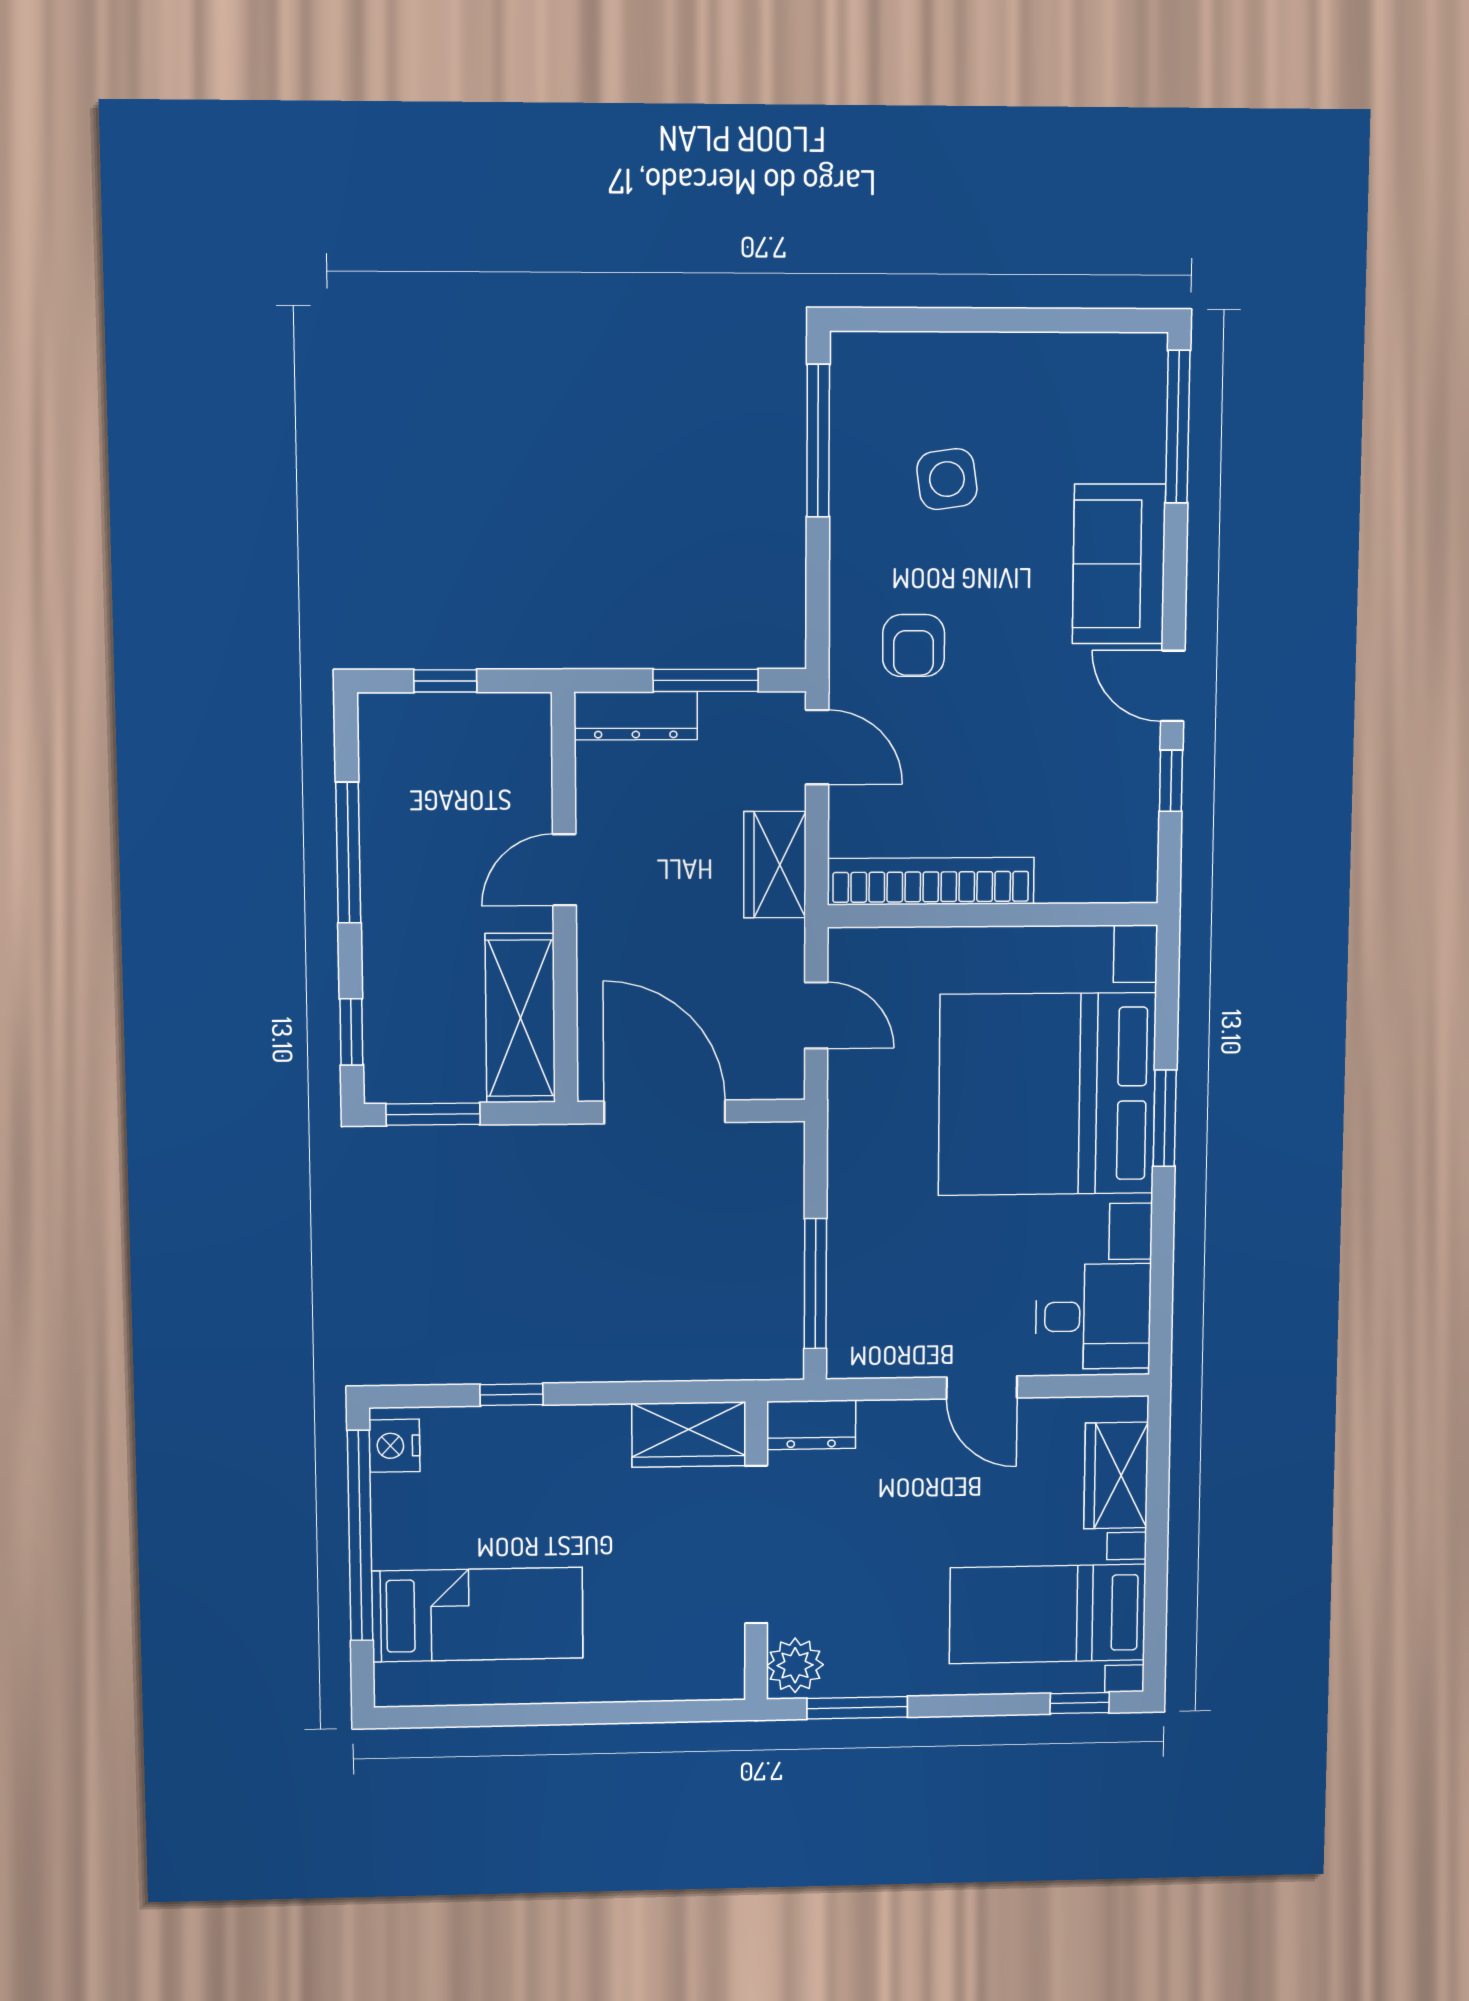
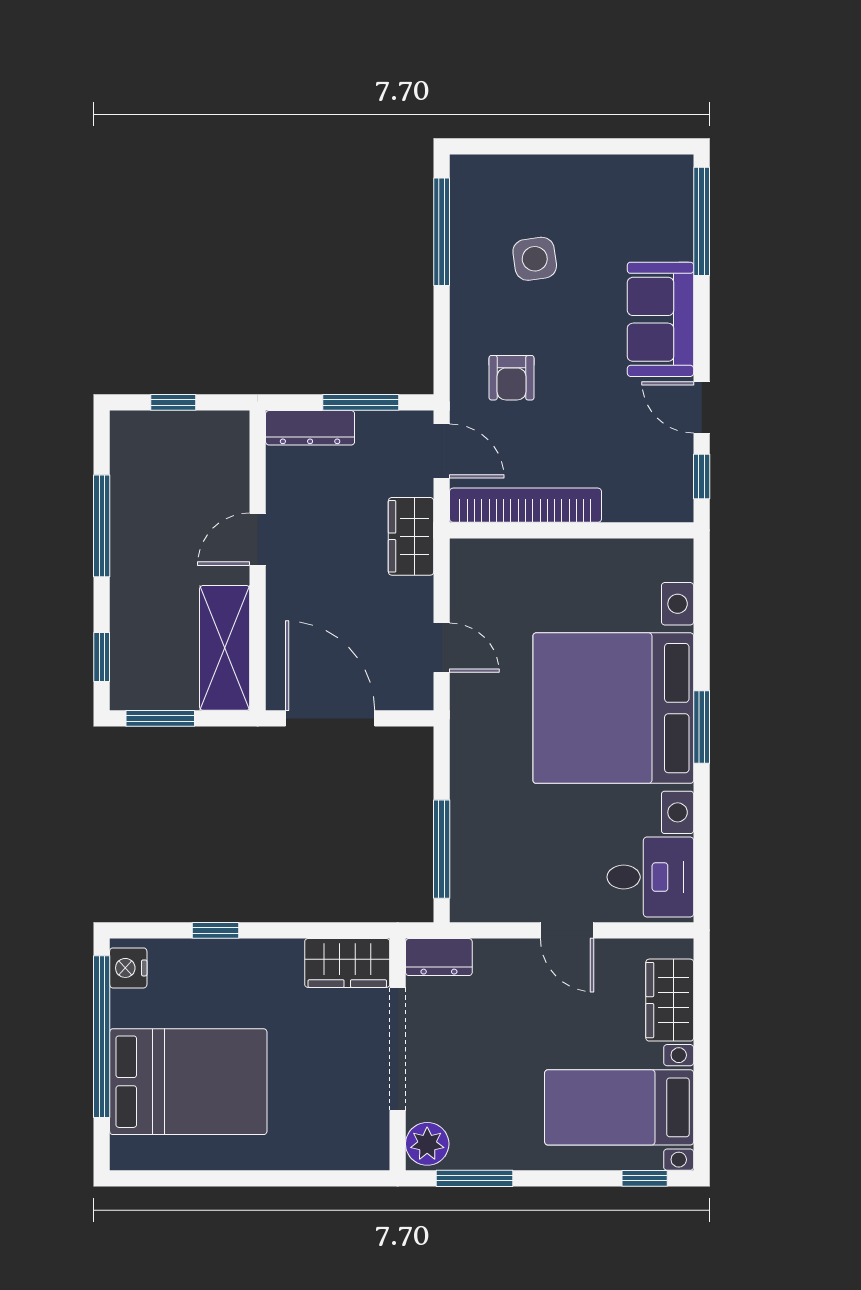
bookcase: (931, 881) -> (525, 505), moved
wall: (993, 915) -> (572, 530), moved
bed: (477, 1615) -> (188, 1082), width x1.50

